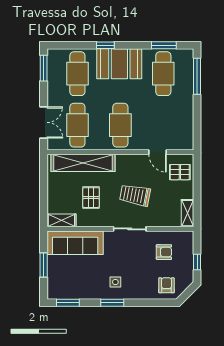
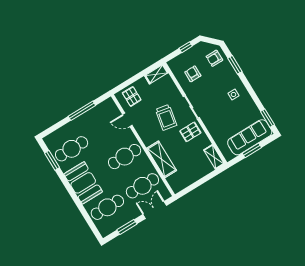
window: (105, 45) -> (76, 200), removed
window: (44, 68) -> (127, 227), moved
window: (197, 76) -> (82, 111), moved
door: (158, 152) -> (127, 120), swing flipped
shelving: (83, 163) -> (162, 159), width x0.68
pallet: (91, 198) -> (190, 132), moved
sofa: (75, 243) -> (250, 137), moved, turned -90
window: (112, 303) -> (235, 65), moved

